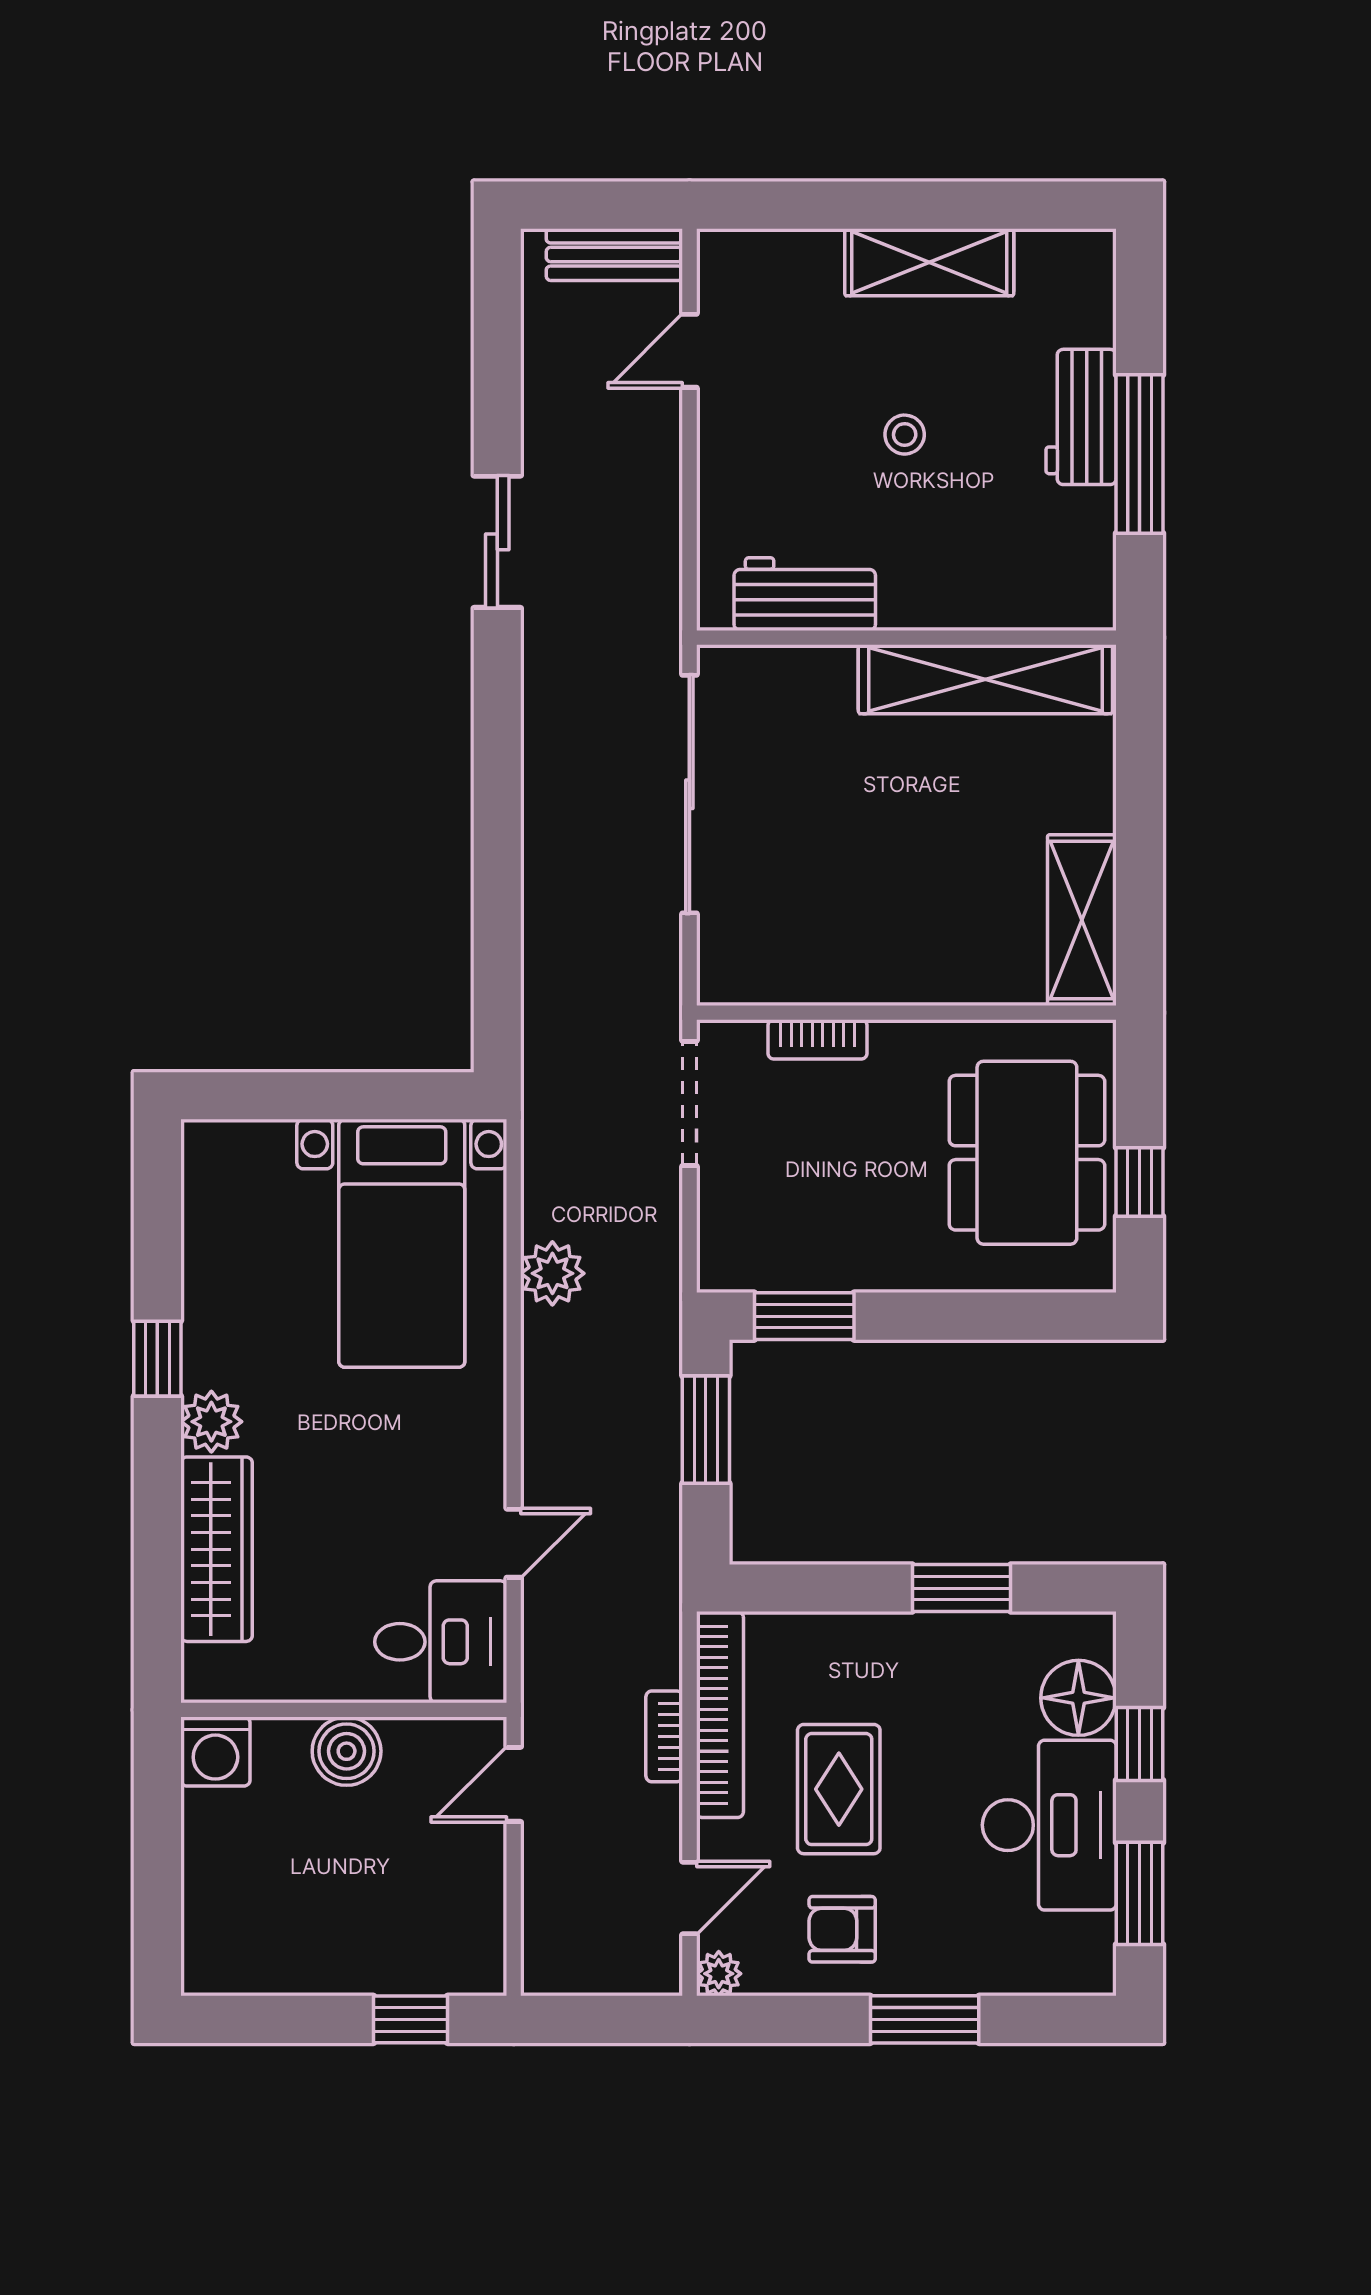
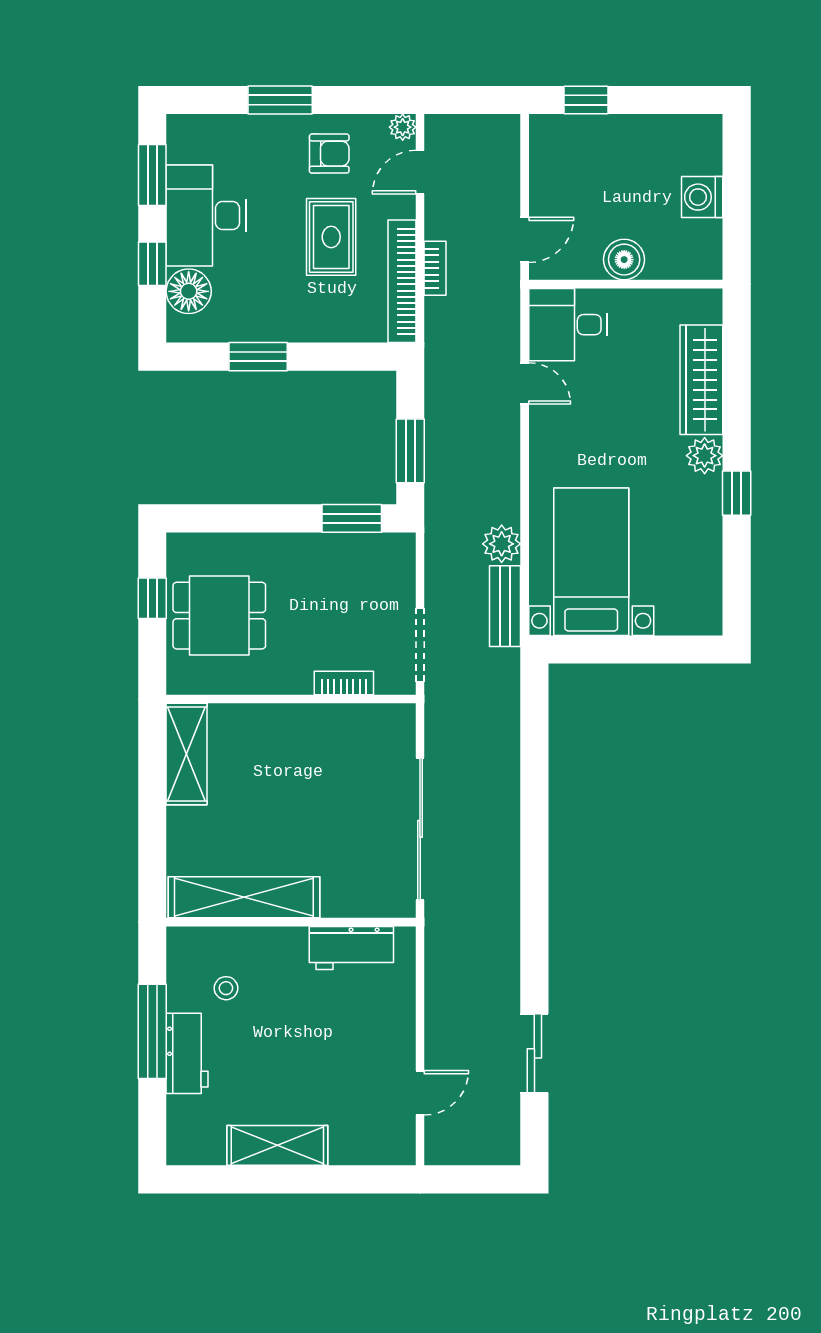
bench: (614, 255) -> (505, 606), moved, turned 90
stool: (905, 435) -> (226, 988), moved
sliding door: (497, 542) -> (534, 1053), moved
dining table: (1027, 1153) -> (219, 616), width x0.73
door: (514, 1543) -> (525, 383), swing flipped
washing machine: (215, 1752) -> (702, 197), moved, turned -90

